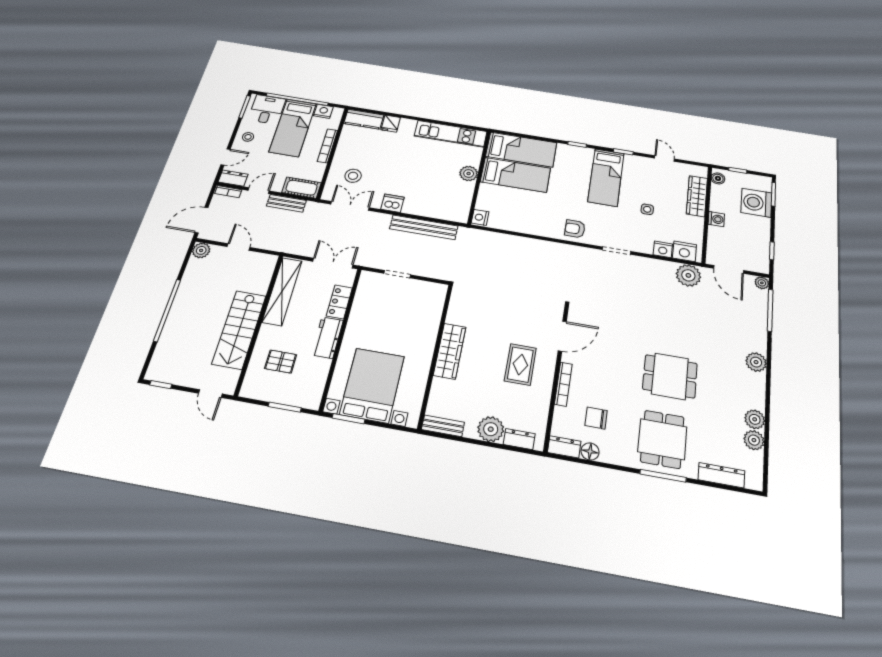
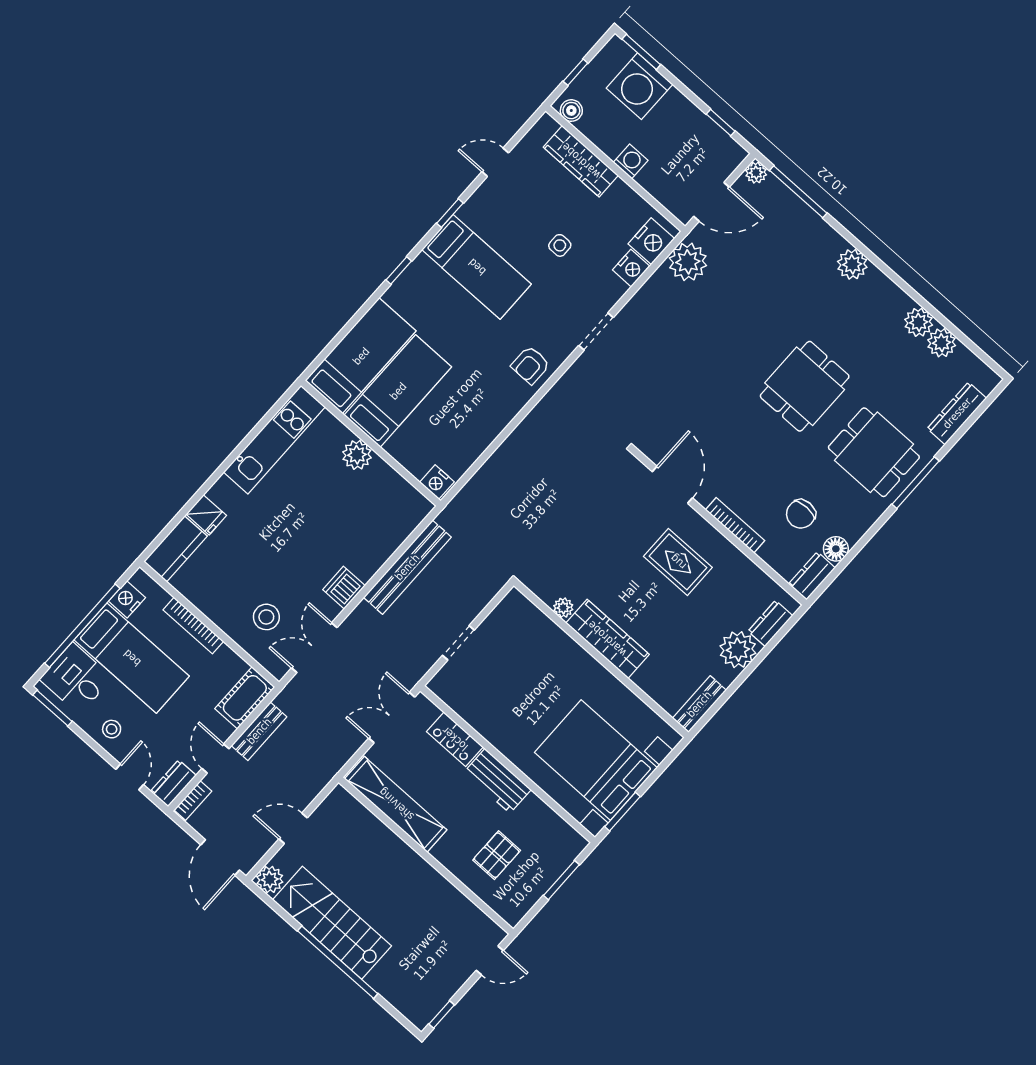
plant: (453, 317) -> (563, 608), added
stairs: (239, 330) -> (332, 923), moved, turned 180

